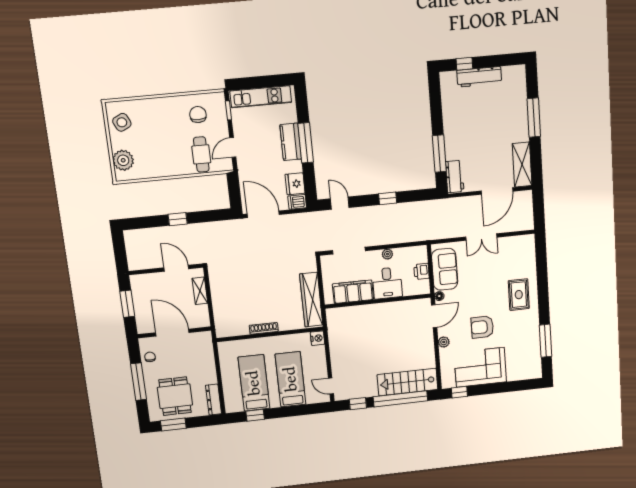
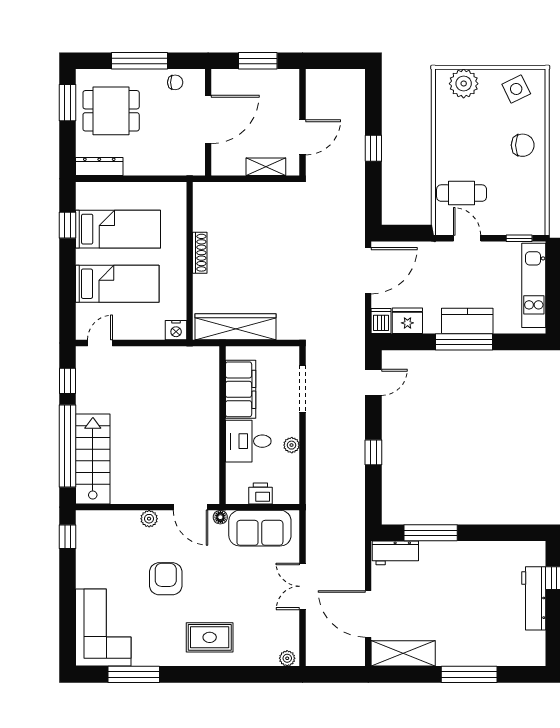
chair: (198, 114) -> (523, 145), moved
plant: (530, 242) -> (287, 658), added
corner sofa: (480, 367) -> (103, 628), moved

